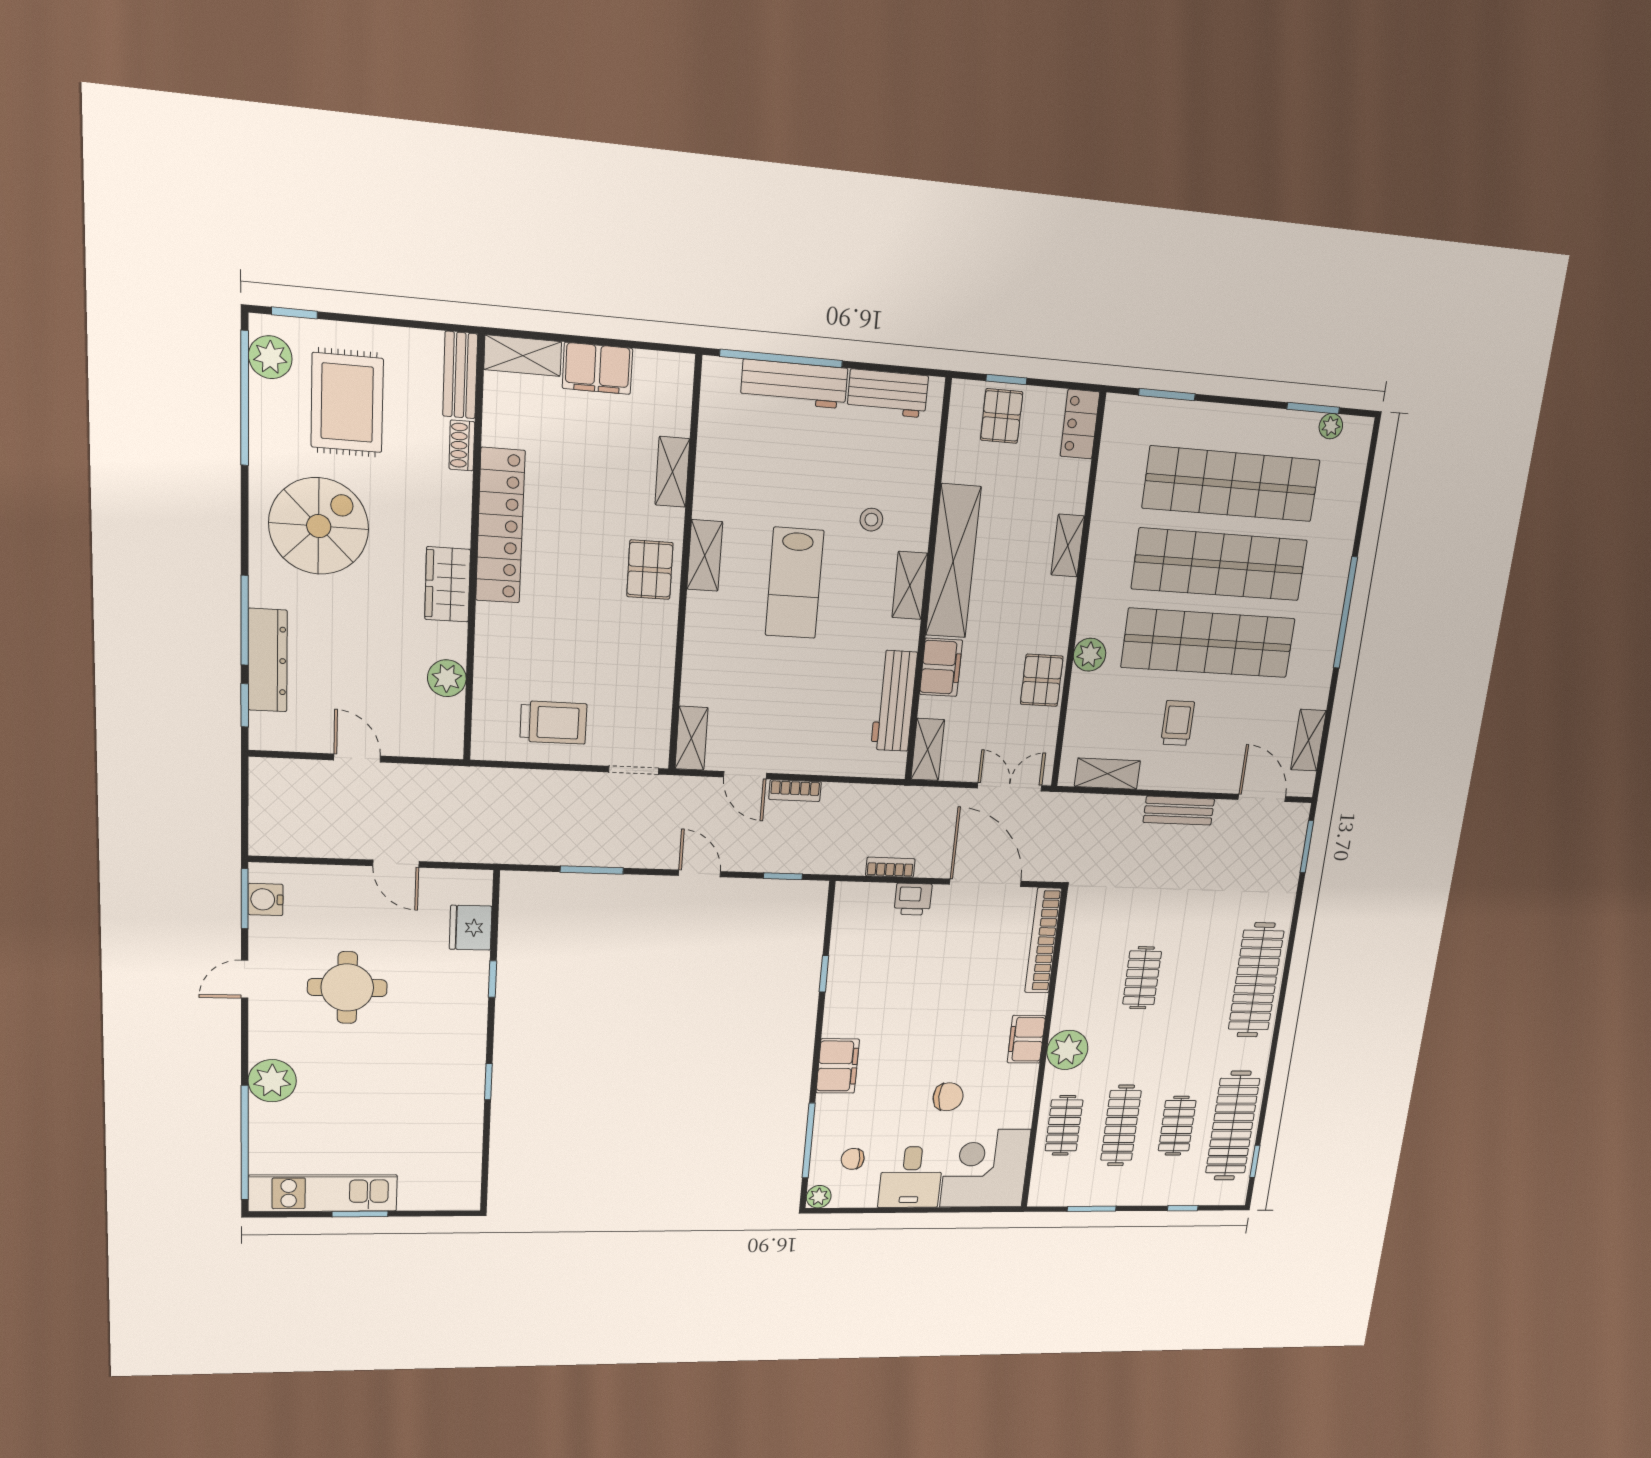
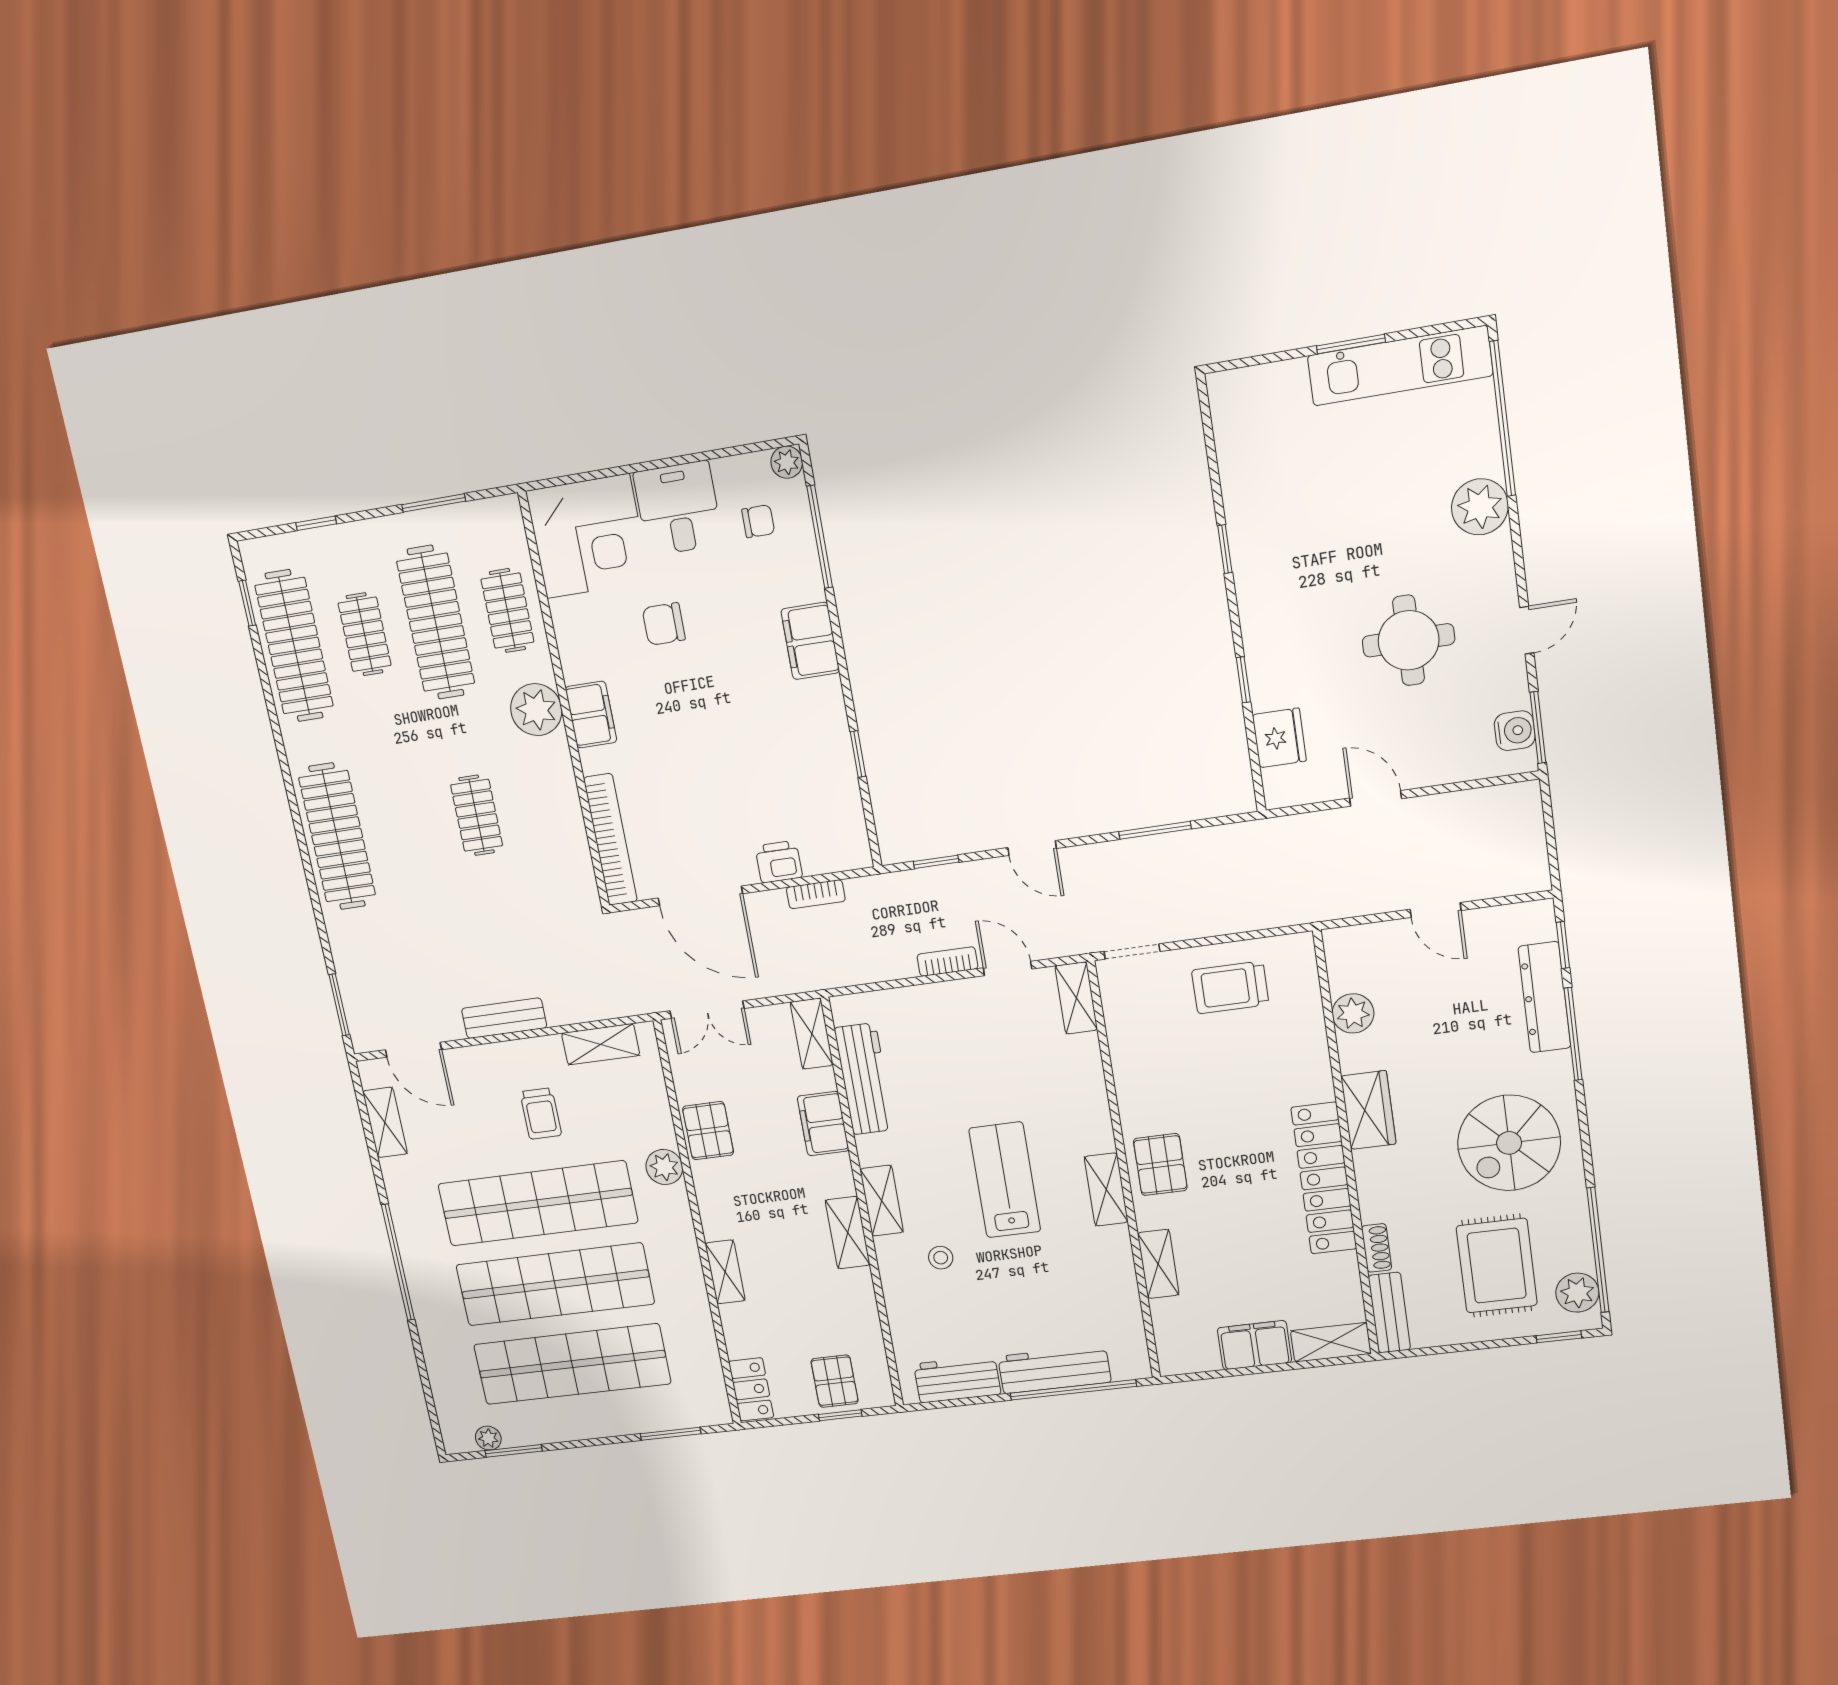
shelving: (953, 561) -> (848, 1233), width x0.45, depth x0.75
clothes rail: (1121, 1126) -> (436, 623), width x1.37, depth x1.31

